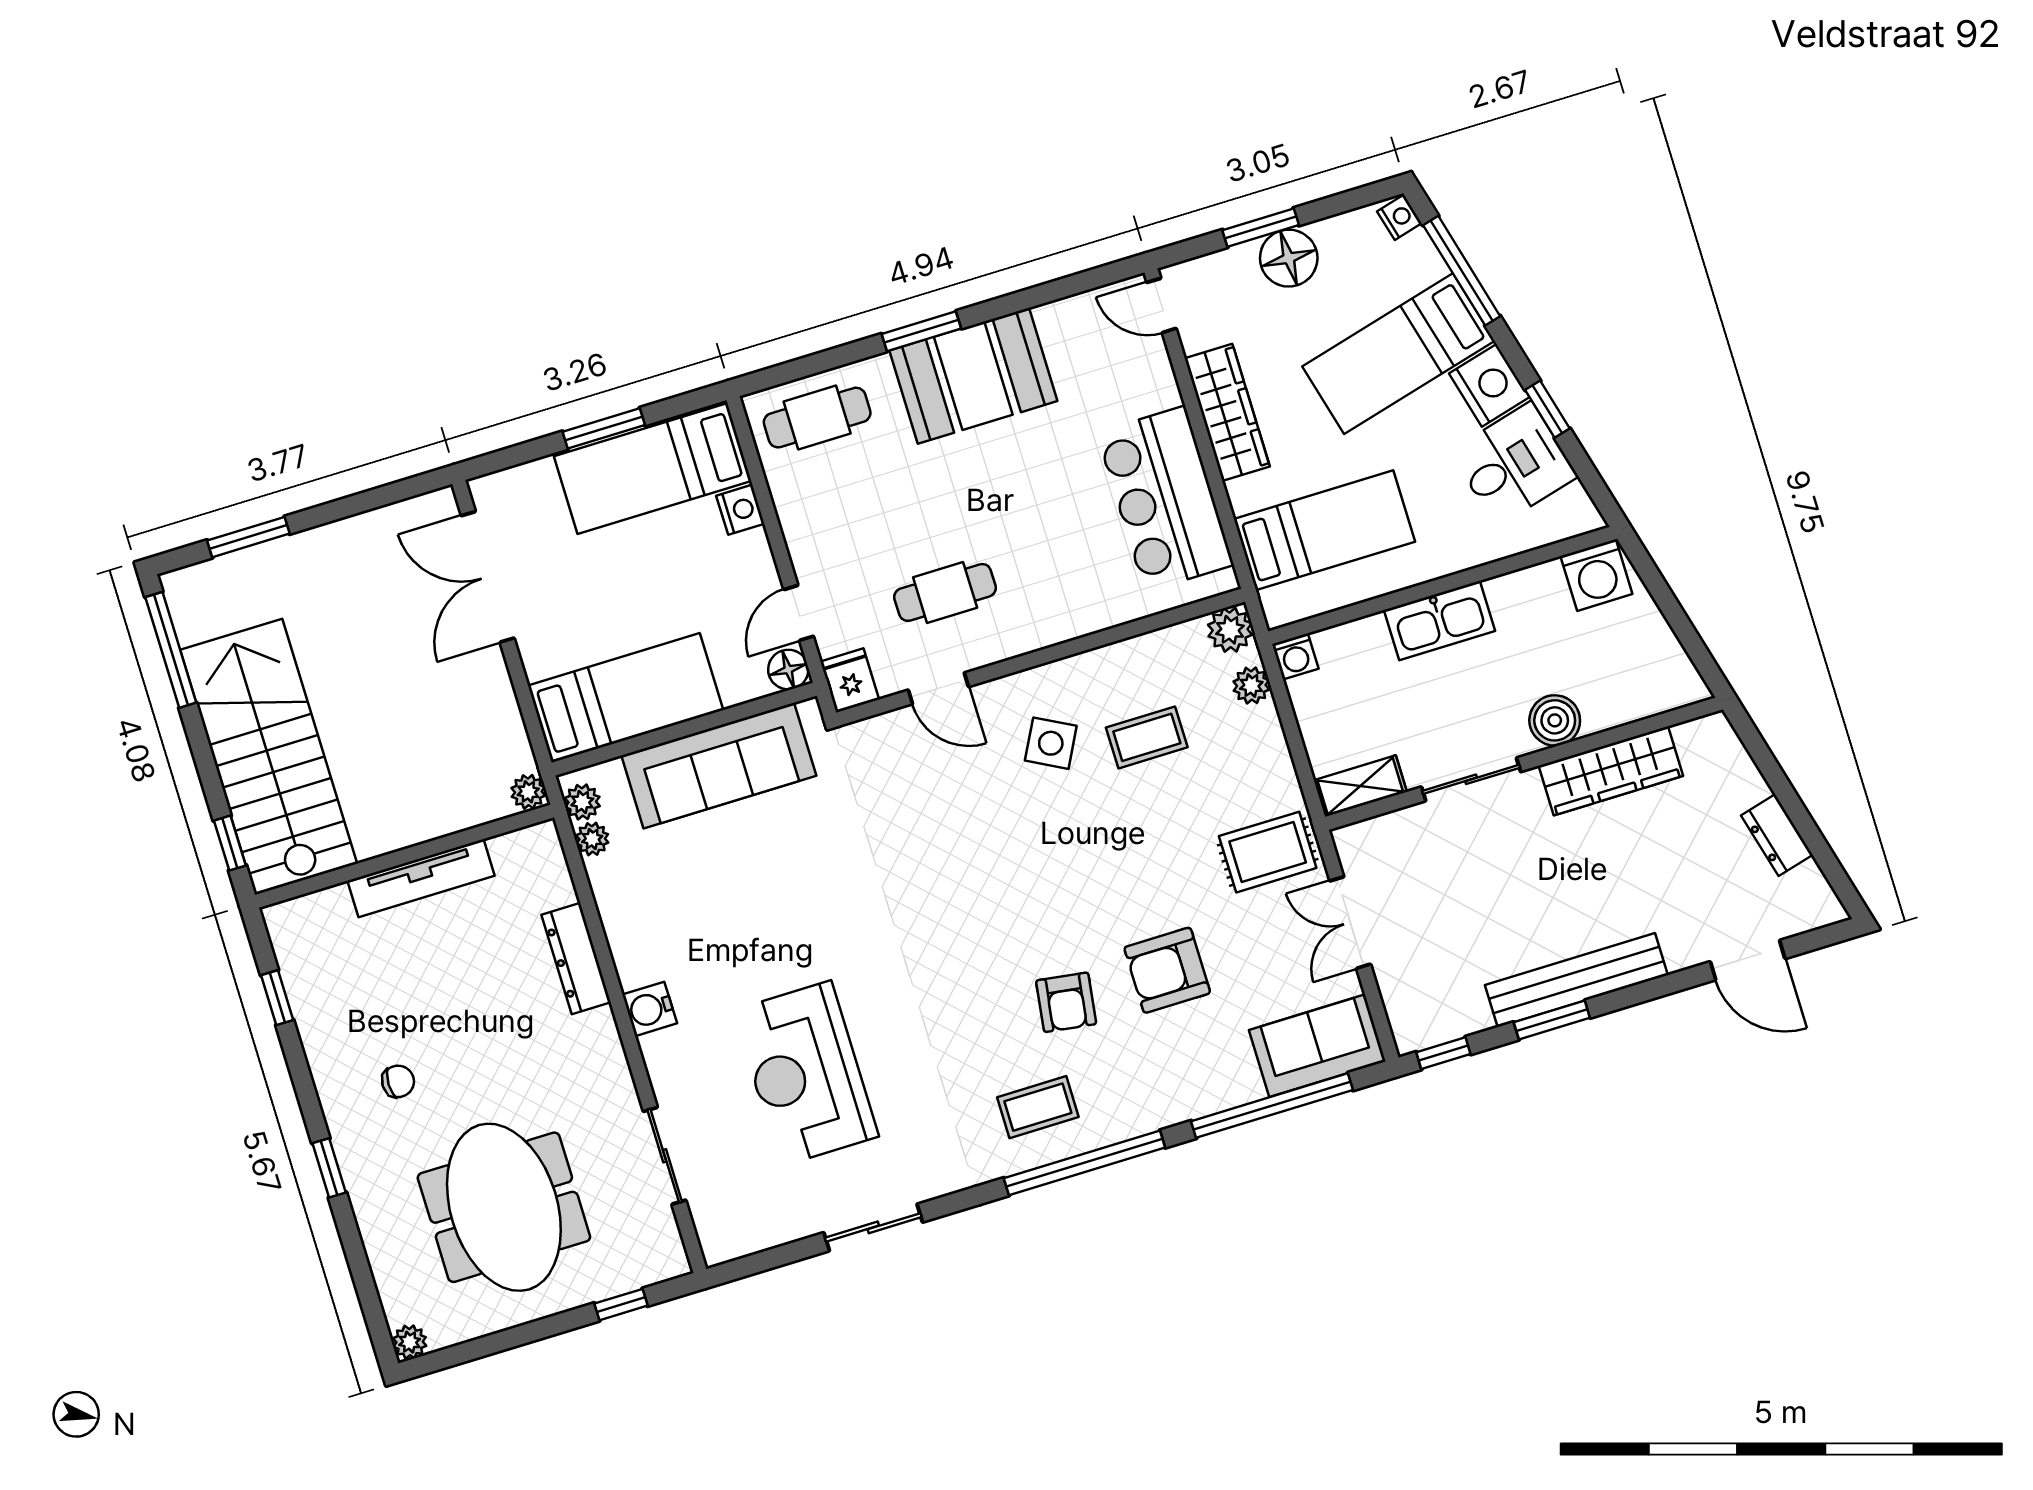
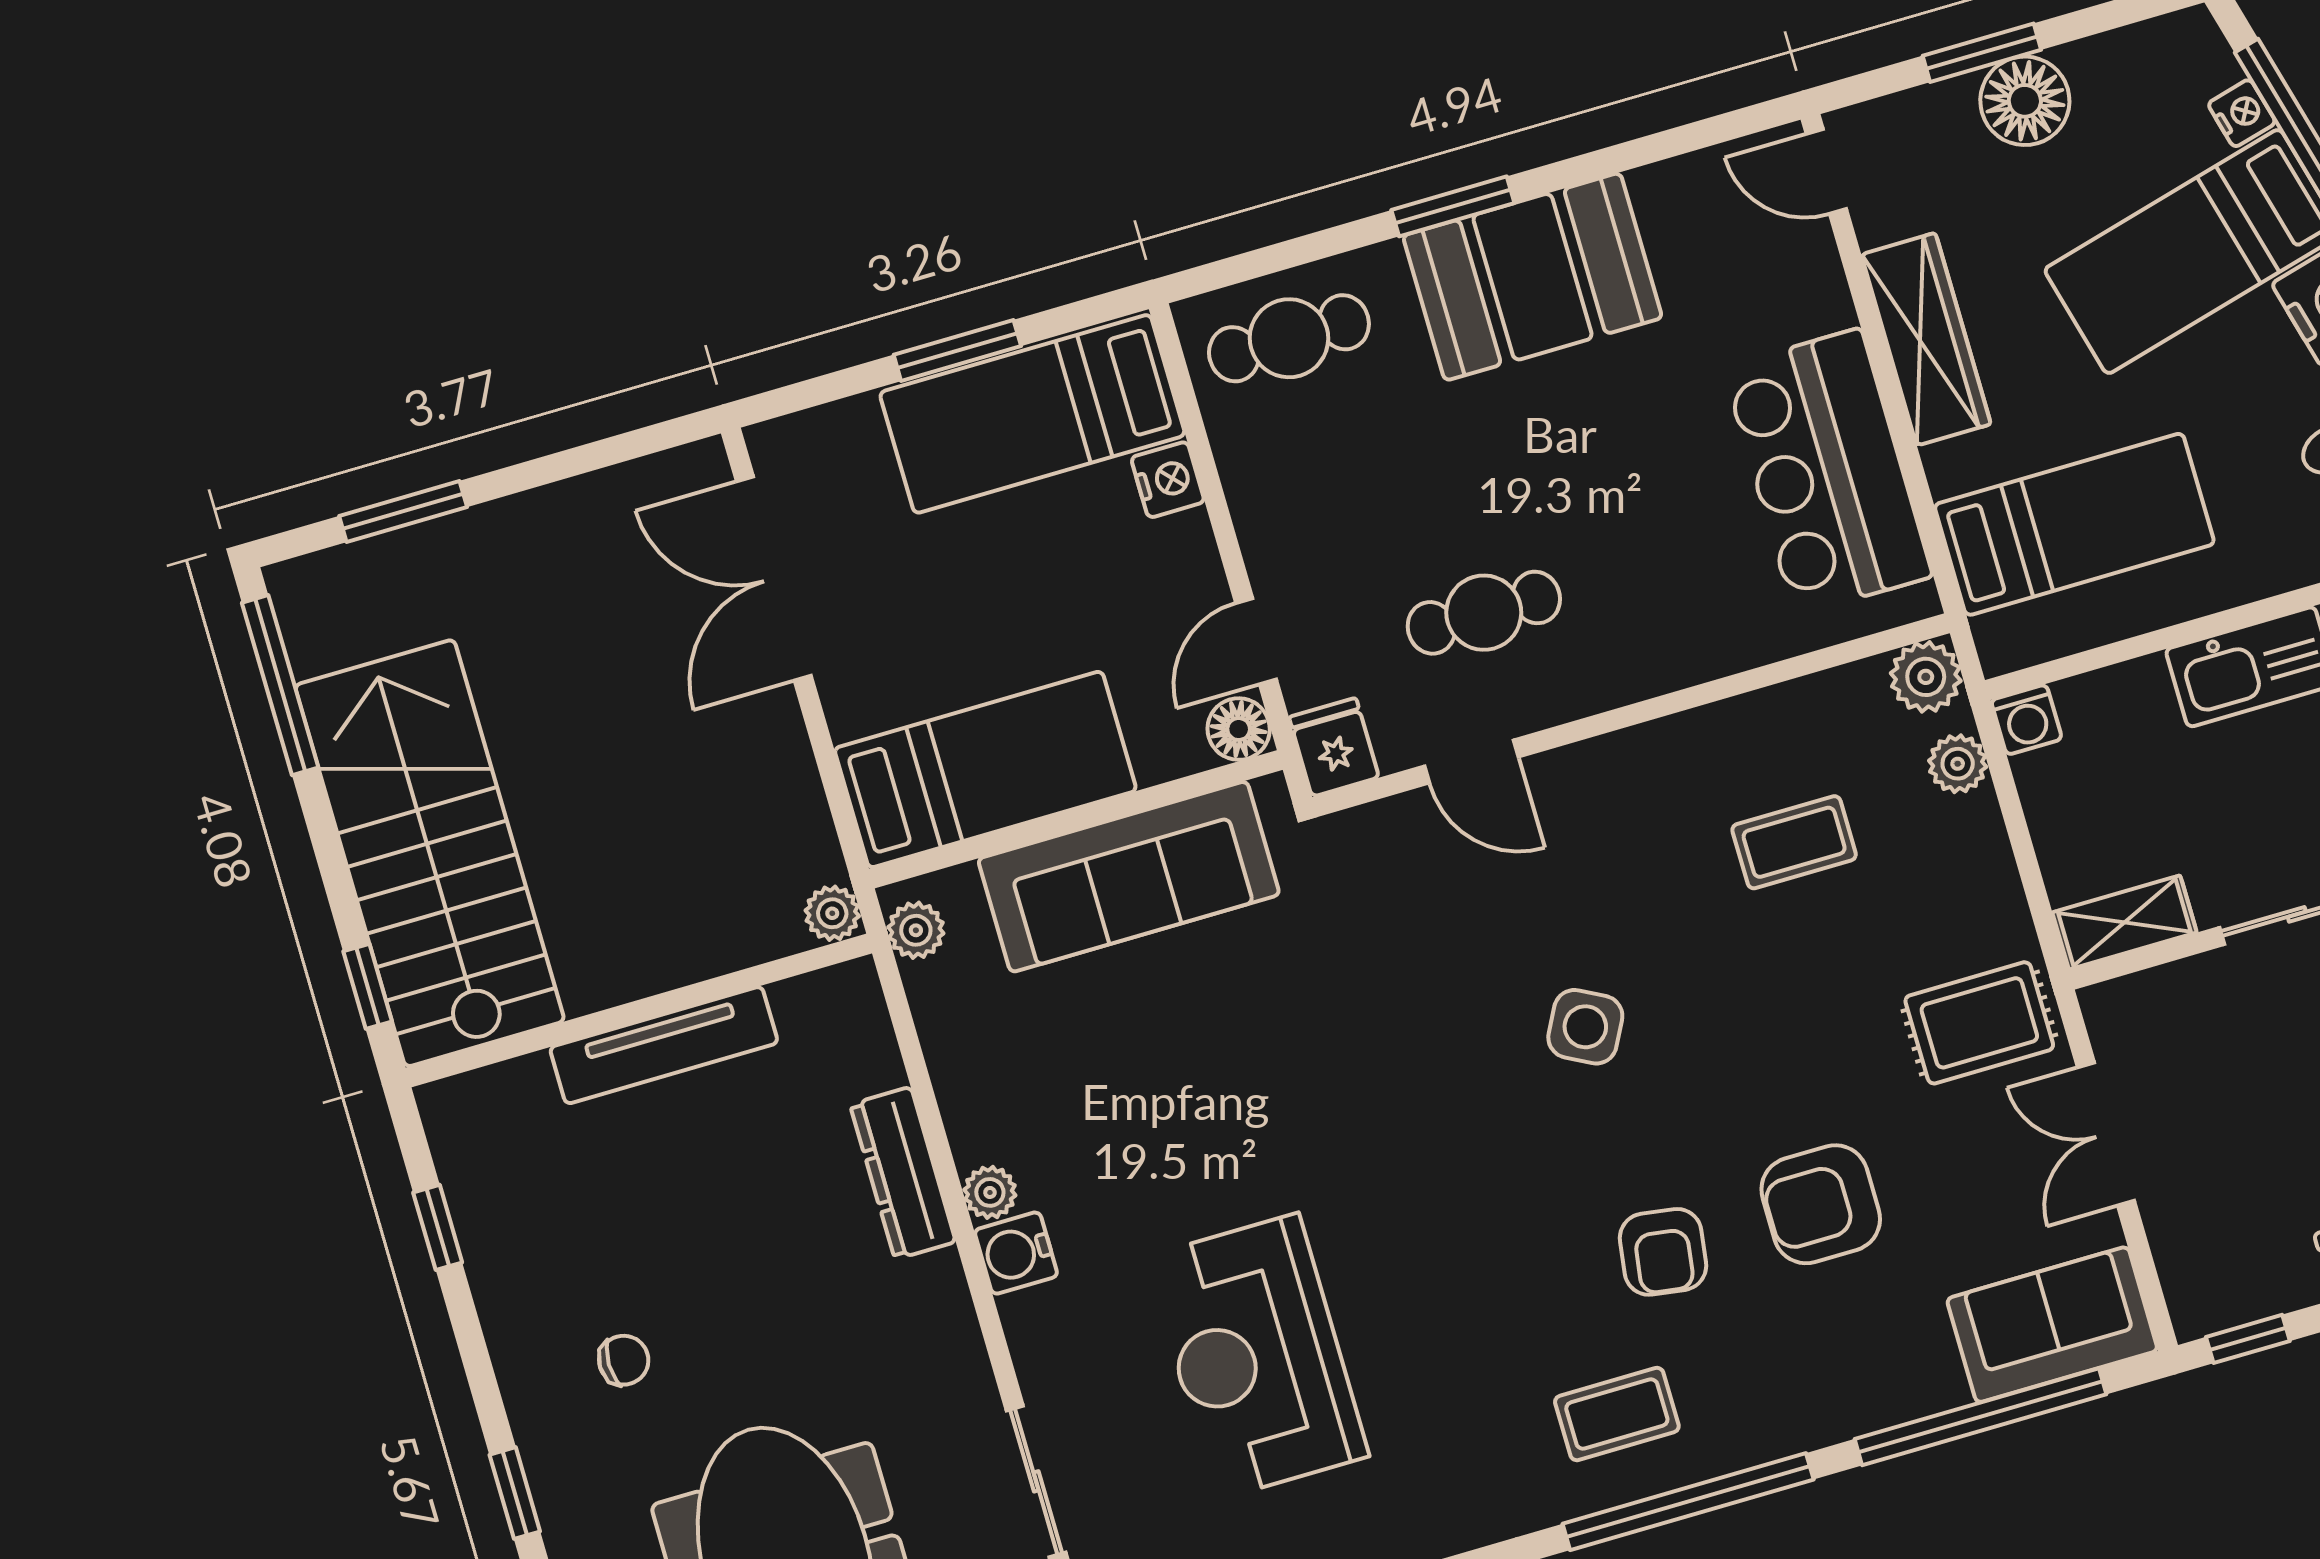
nightstand: (1399, 217) -> (2242, 113), moved
side table: (1051, 743) -> (1585, 1027), moved
plant: (592, 839) -> (990, 1192), moved

